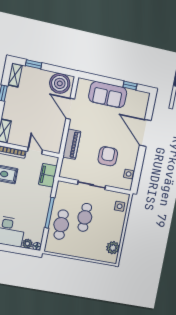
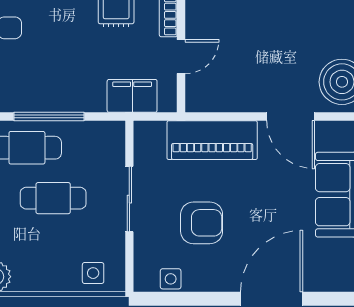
door: (70, 109) -> (291, 116), swing flipped
piano: (72, 144) -> (212, 140), width x1.37, depth x1.33

